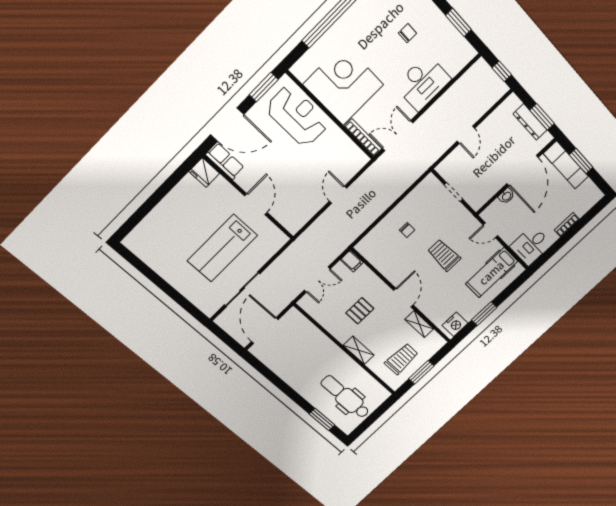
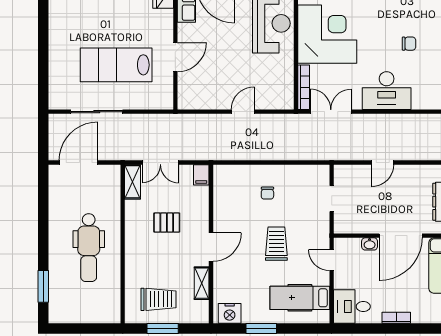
shelving: (359, 350) -> (133, 182), moved
dental chair: (345, 397) -> (89, 248), moved, turned 180

